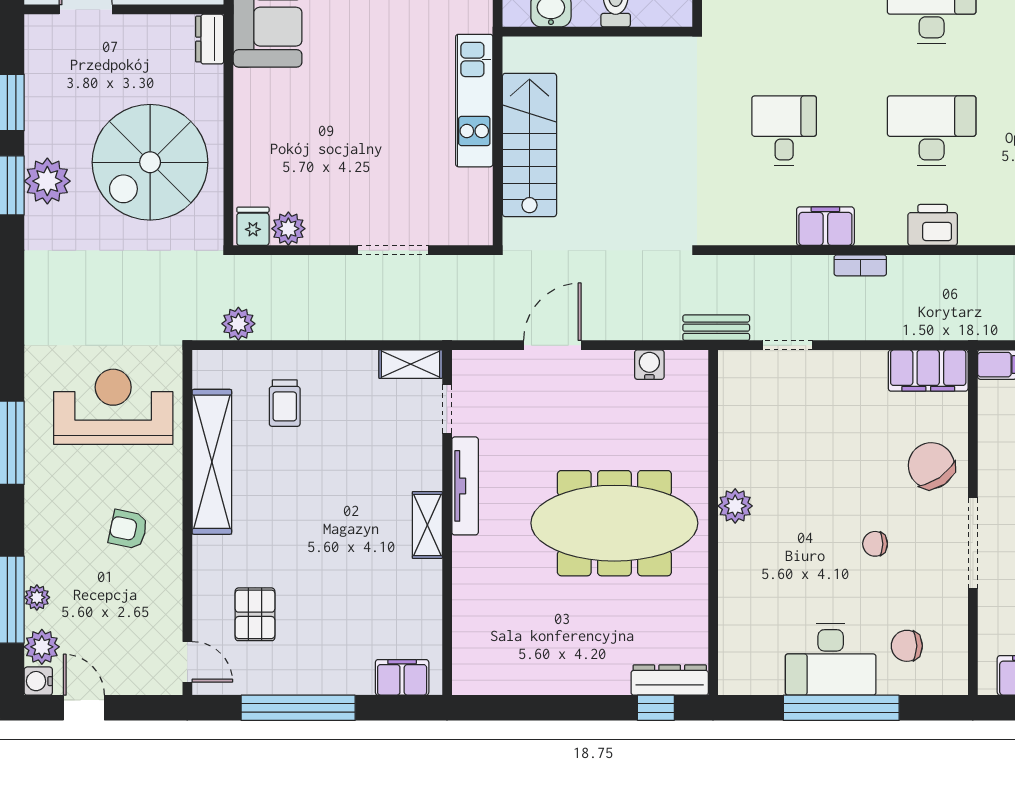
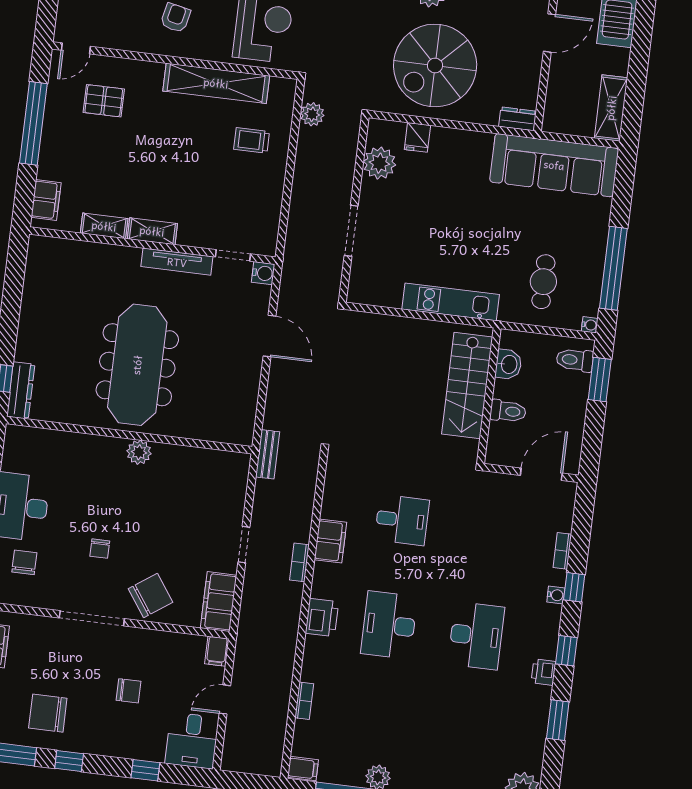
desk: (932, 131) -> (389, 625), turned 180
stairs: (529, 145) -> (467, 386), moved, turned 90
spiral stairs: (150, 162) -> (435, 65), turned -90
fridge: (253, 226) -> (417, 137), moved, turned 90
plant: (288, 229) -> (379, 163), width x1.36, depth x1.36
doorway: (787, 345) -> (244, 545), moved
shelving: (411, 364) -> (104, 226), moved, turned 90
water cooler: (649, 365) -> (263, 273), moved
chair: (875, 544) -> (100, 549), turned 180

